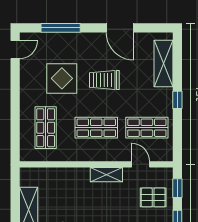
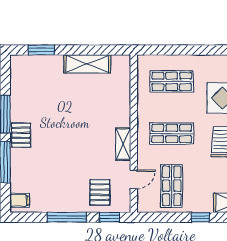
shop shelf: (96, 128) -> (172, 134), turned 90

